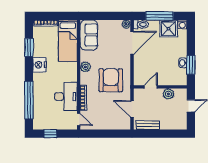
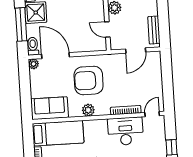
armchair: (111, 80) -> (89, 80), moved

